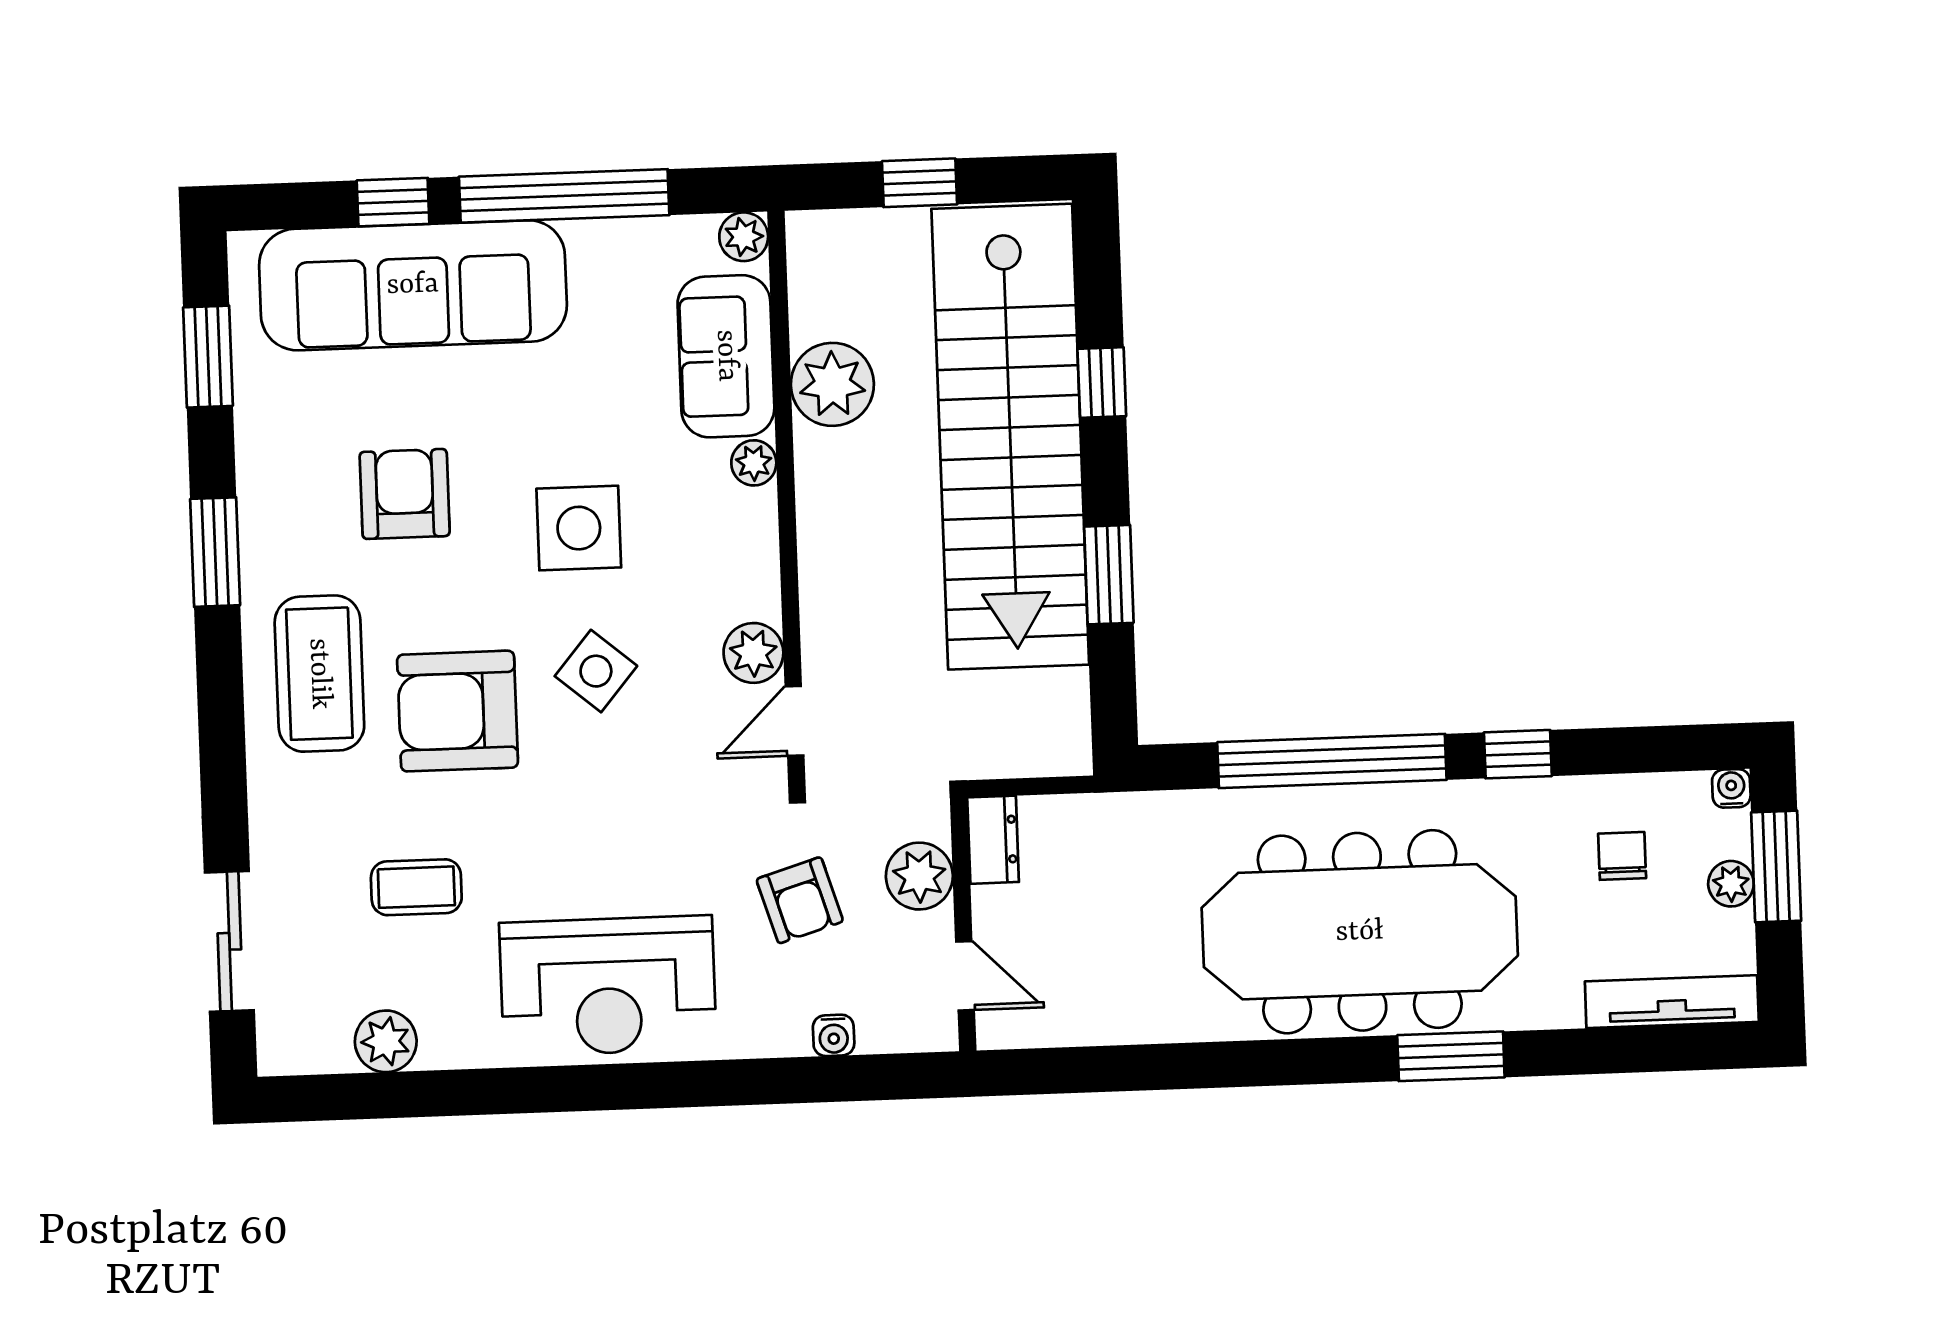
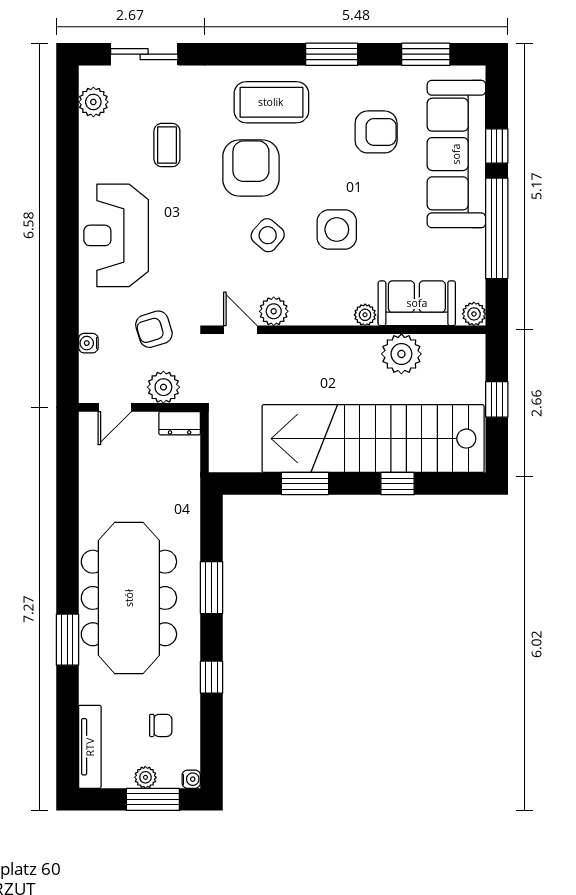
armchair: (405, 494) -> (376, 132), moved
window: (1332, 761) -> (211, 588), width x0.47
plant: (386, 1041) -> (93, 102), moved

